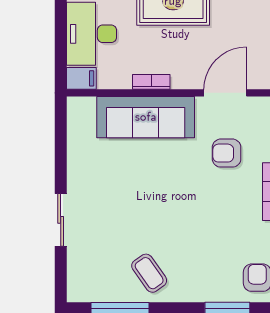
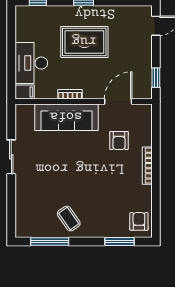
armchair: (227, 153) -> (119, 141), turned -90
sliding door: (61, 220) -> (11, 157), moved

